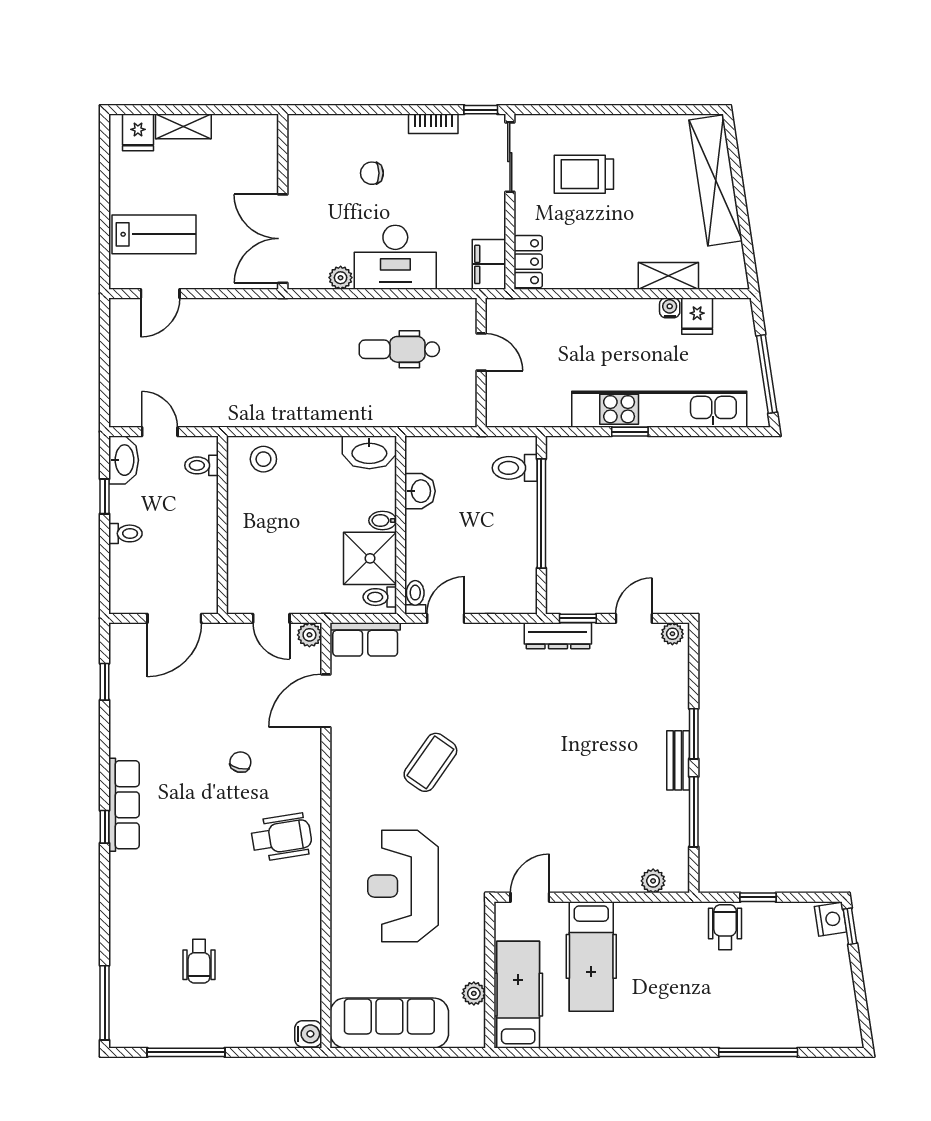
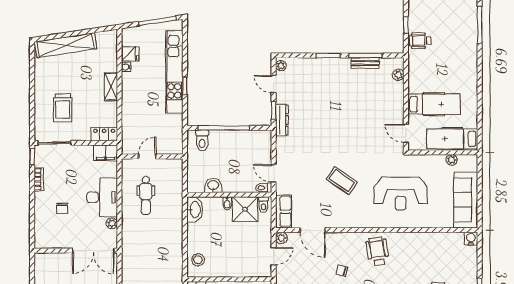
shelving: (668, 276) -> (111, 87), moved
bench: (678, 760) -> (365, 63), moved

